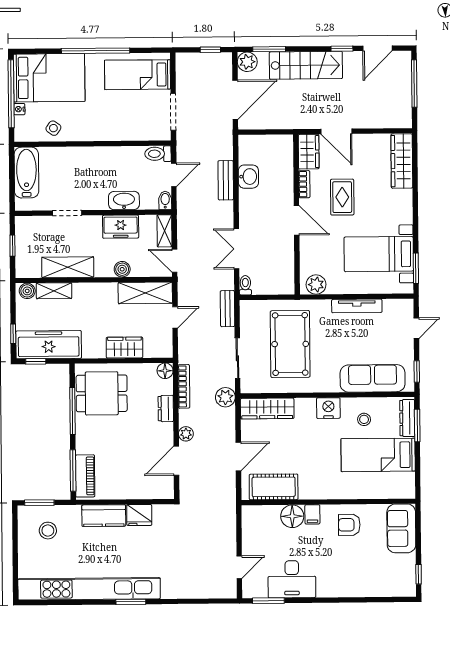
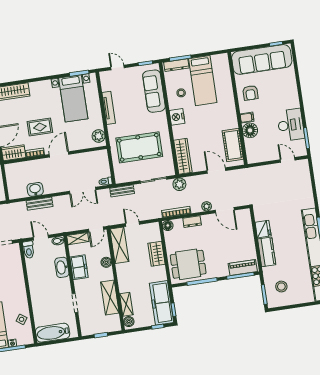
dining table: (102, 393) -> (188, 264), turned 90
sofa: (401, 528) -> (262, 59), width x1.85, depth x1.27

